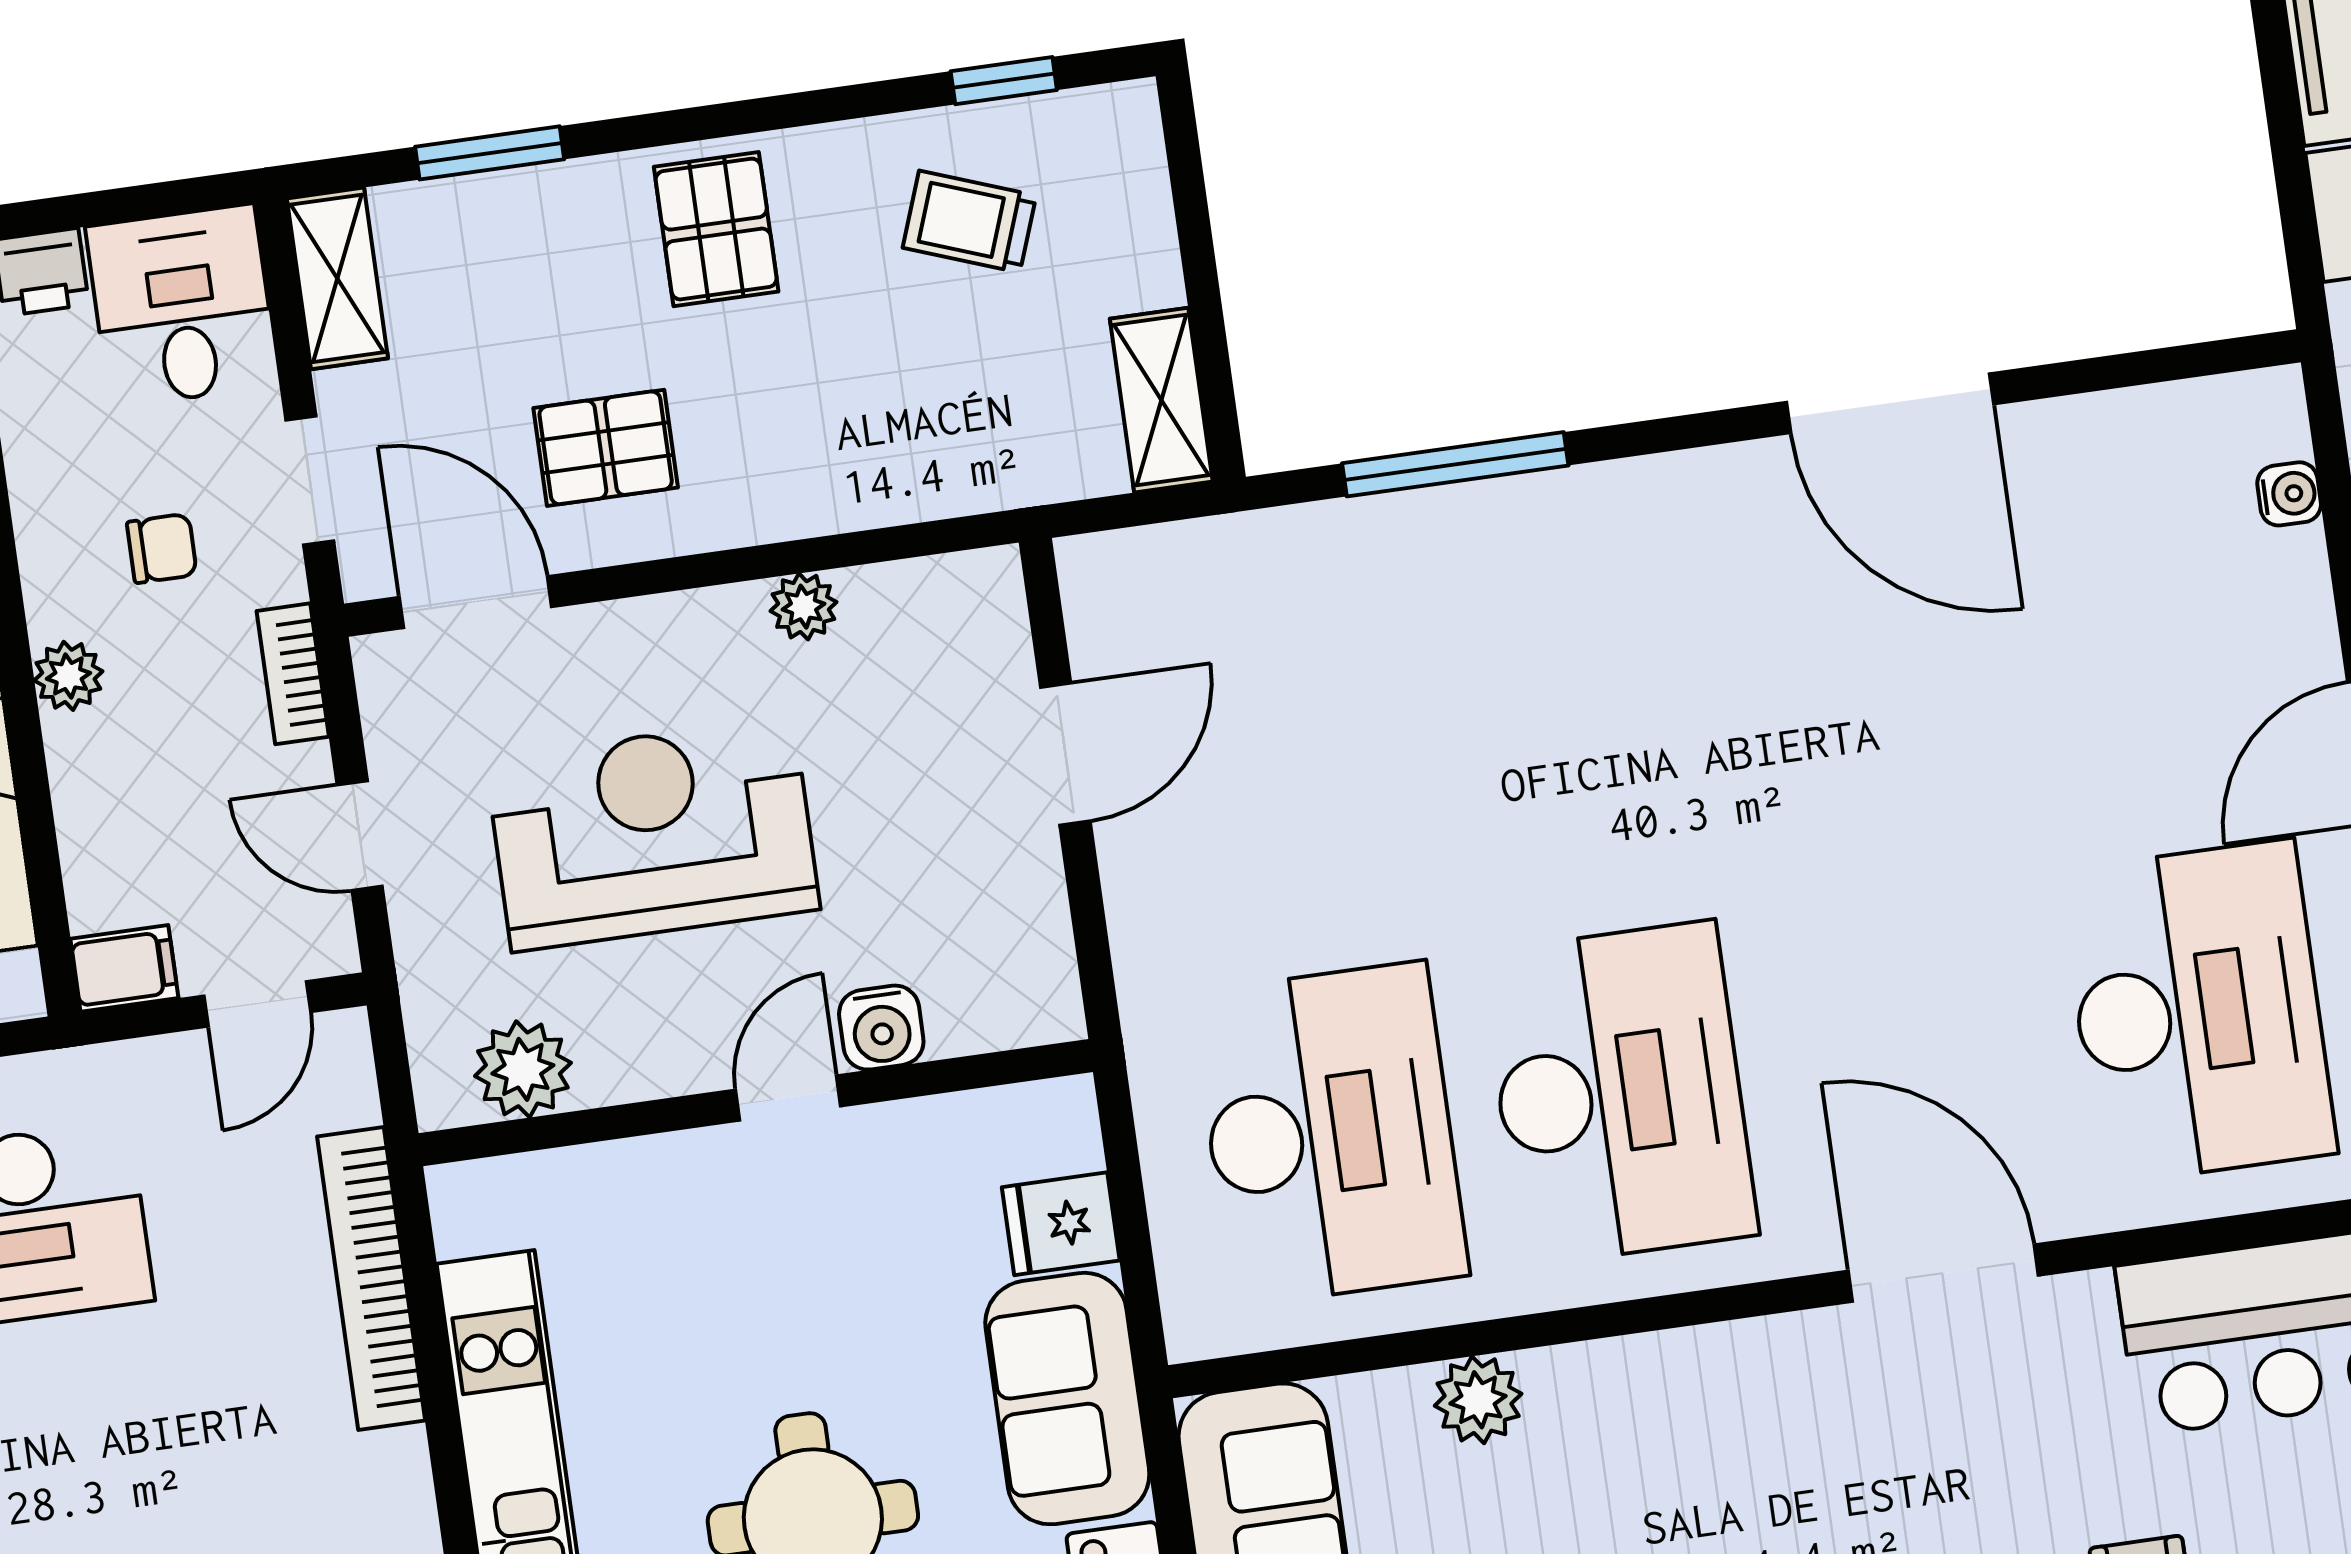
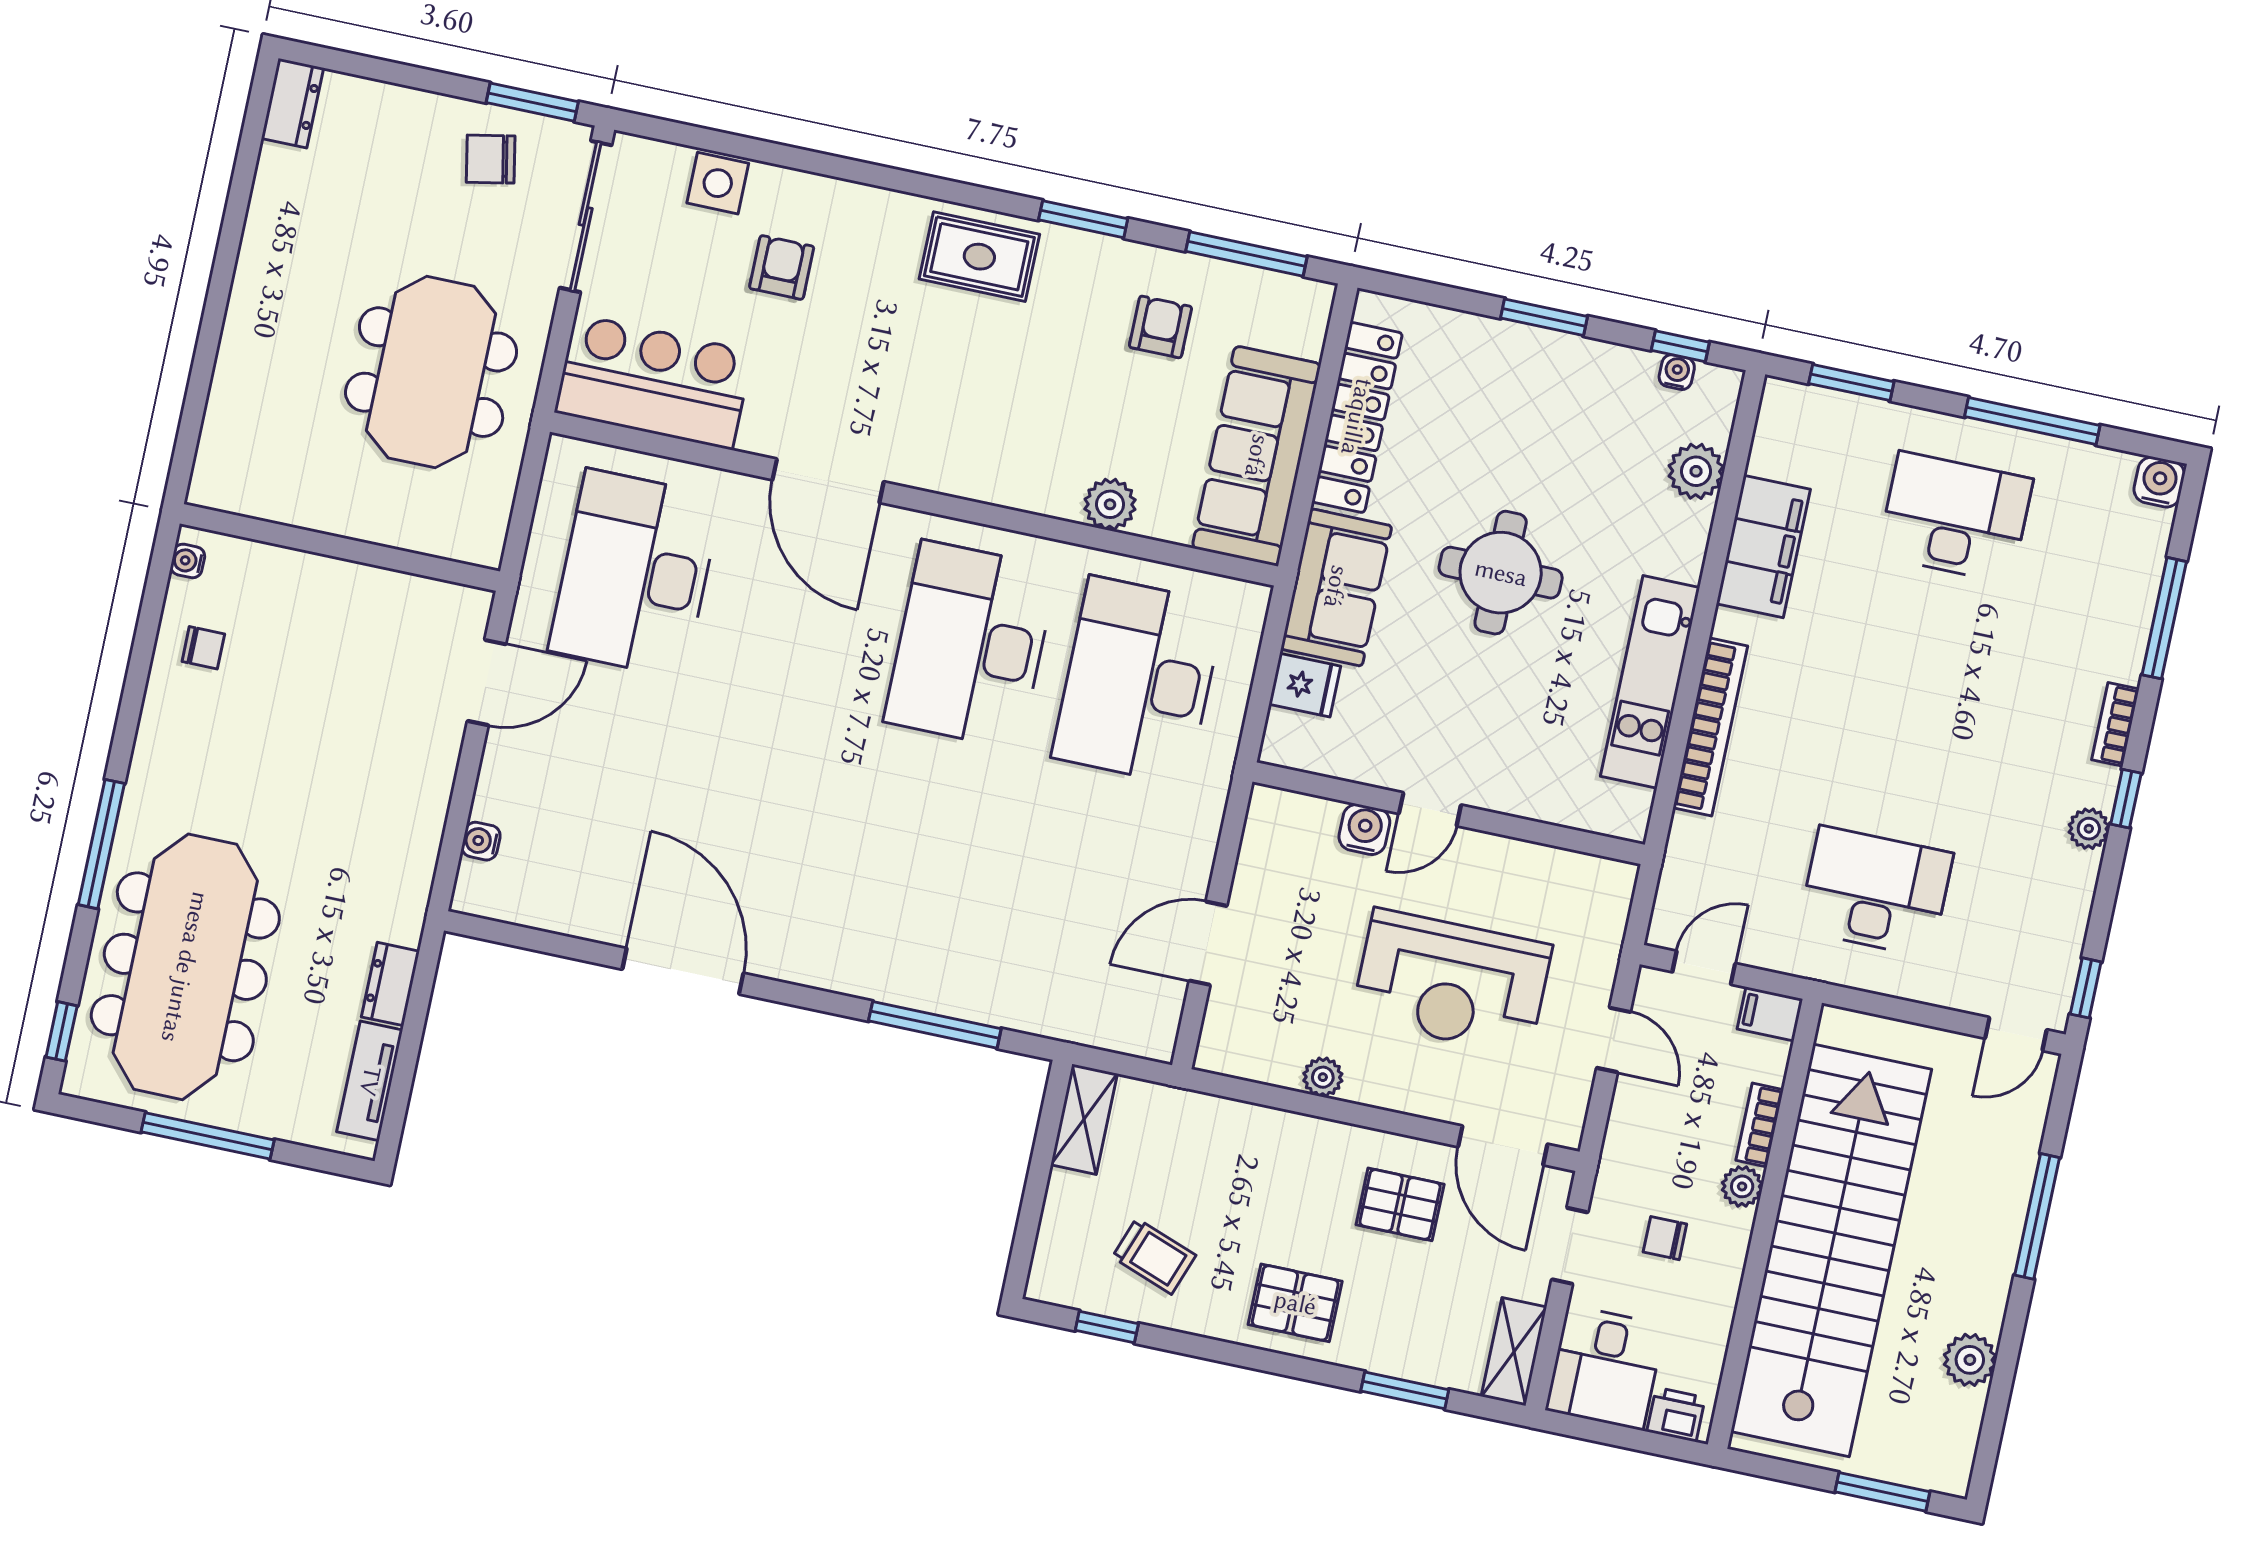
pallet: (716, 229) -> (1295, 1303), turned 90
bookcase: (293, 674) -> (1760, 1125), moved, turned 180
plant: (523, 1069) -> (1570, 878), removed
bookcase: (371, 1278) -> (1710, 727), moved

